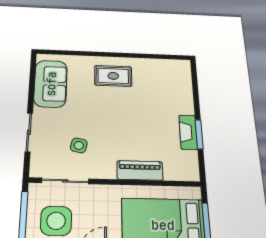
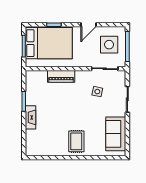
rug: (113, 76) -> (76, 141), turned 90
fireplace: (188, 132) -> (30, 117), moved

